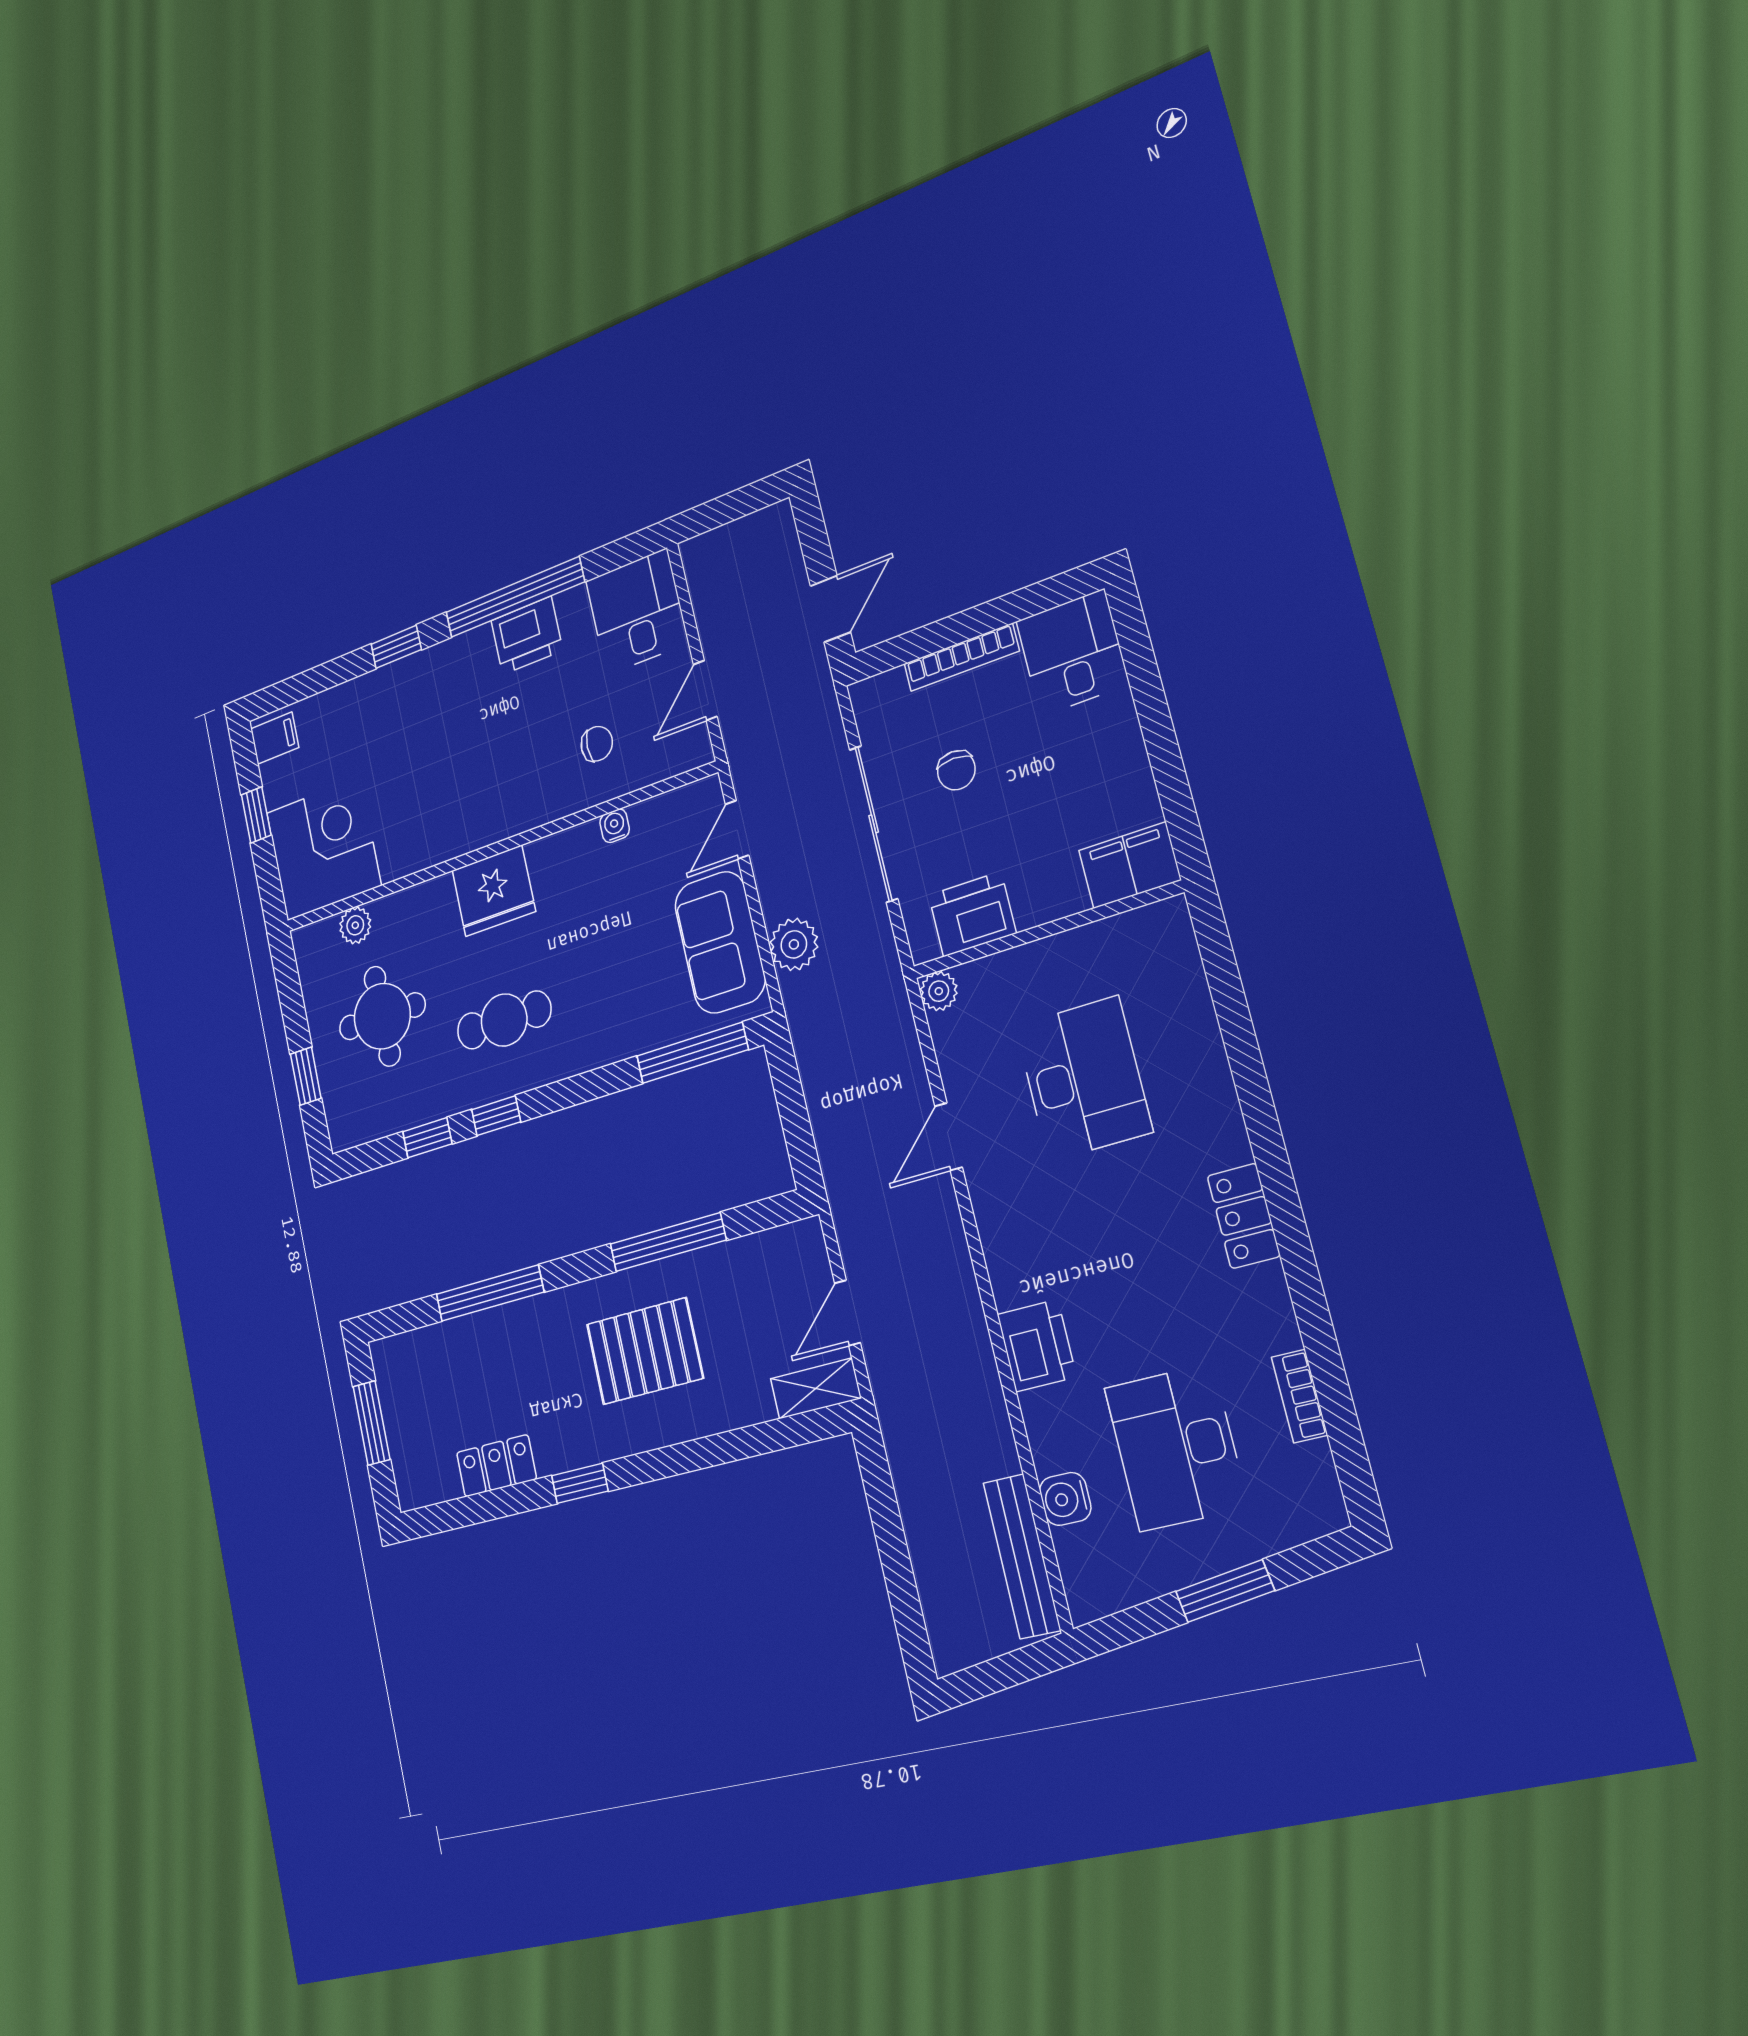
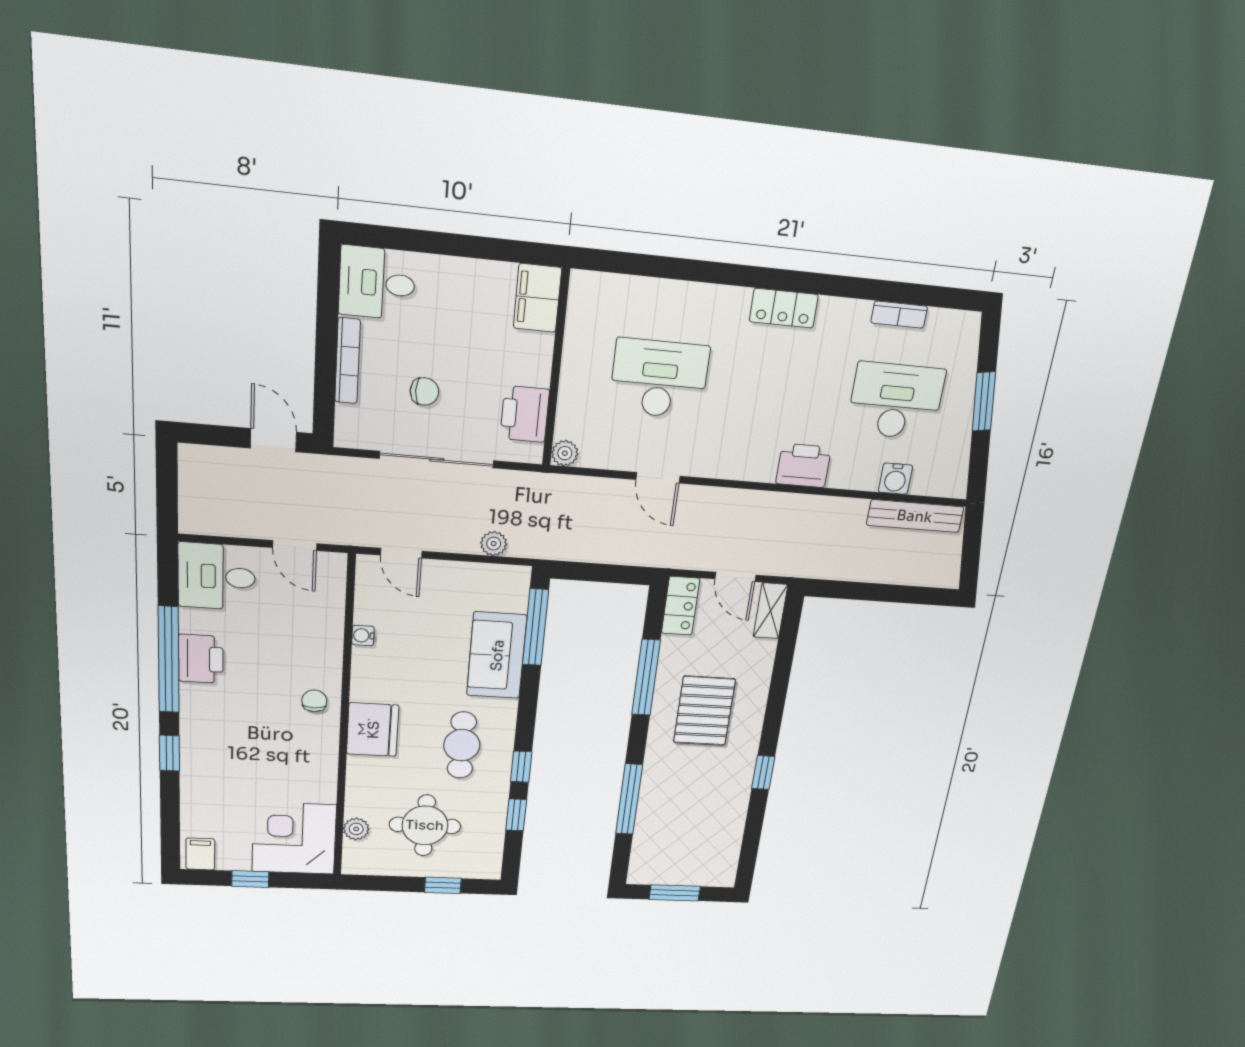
chair: (597, 744) -> (314, 701), moved
sofa: (720, 942) -> (497, 655), moved, turned 90
plant: (794, 944) -> (494, 544), width x0.73, depth x0.73
desk: (1176, 1447) -> (896, 401), turned 180
locker: (496, 1466) -> (681, 606), moved, turned 180

